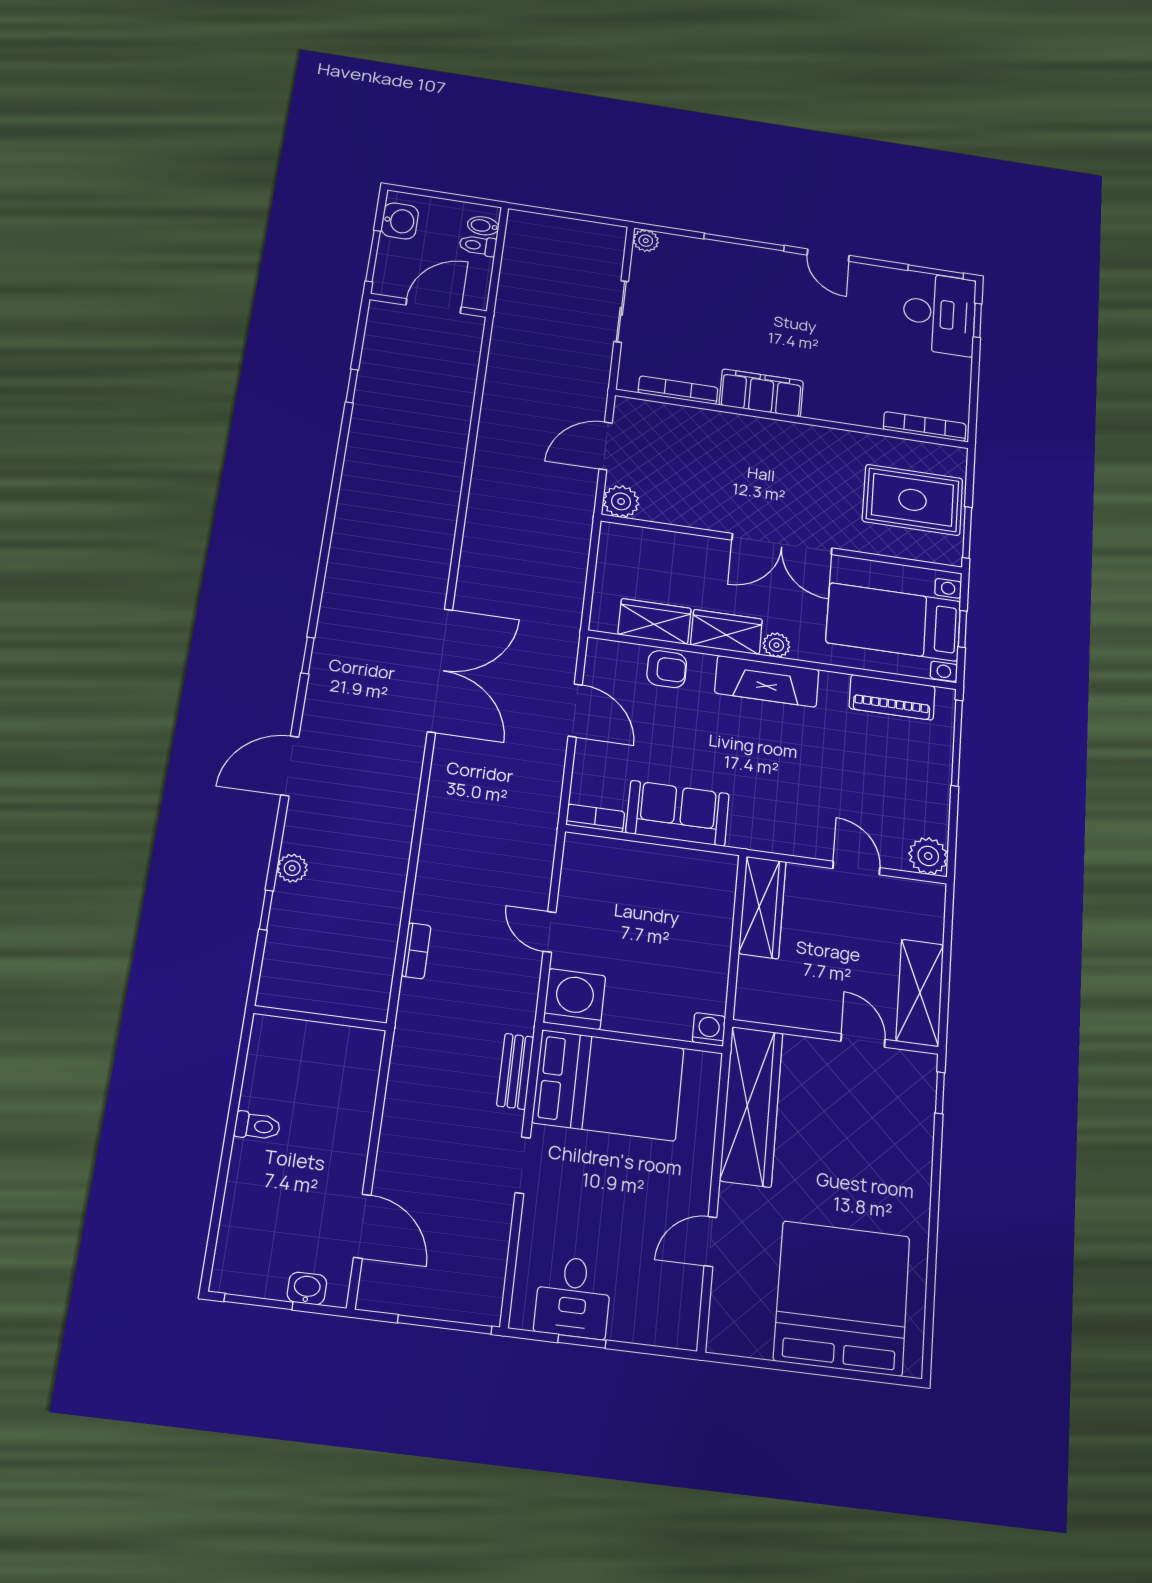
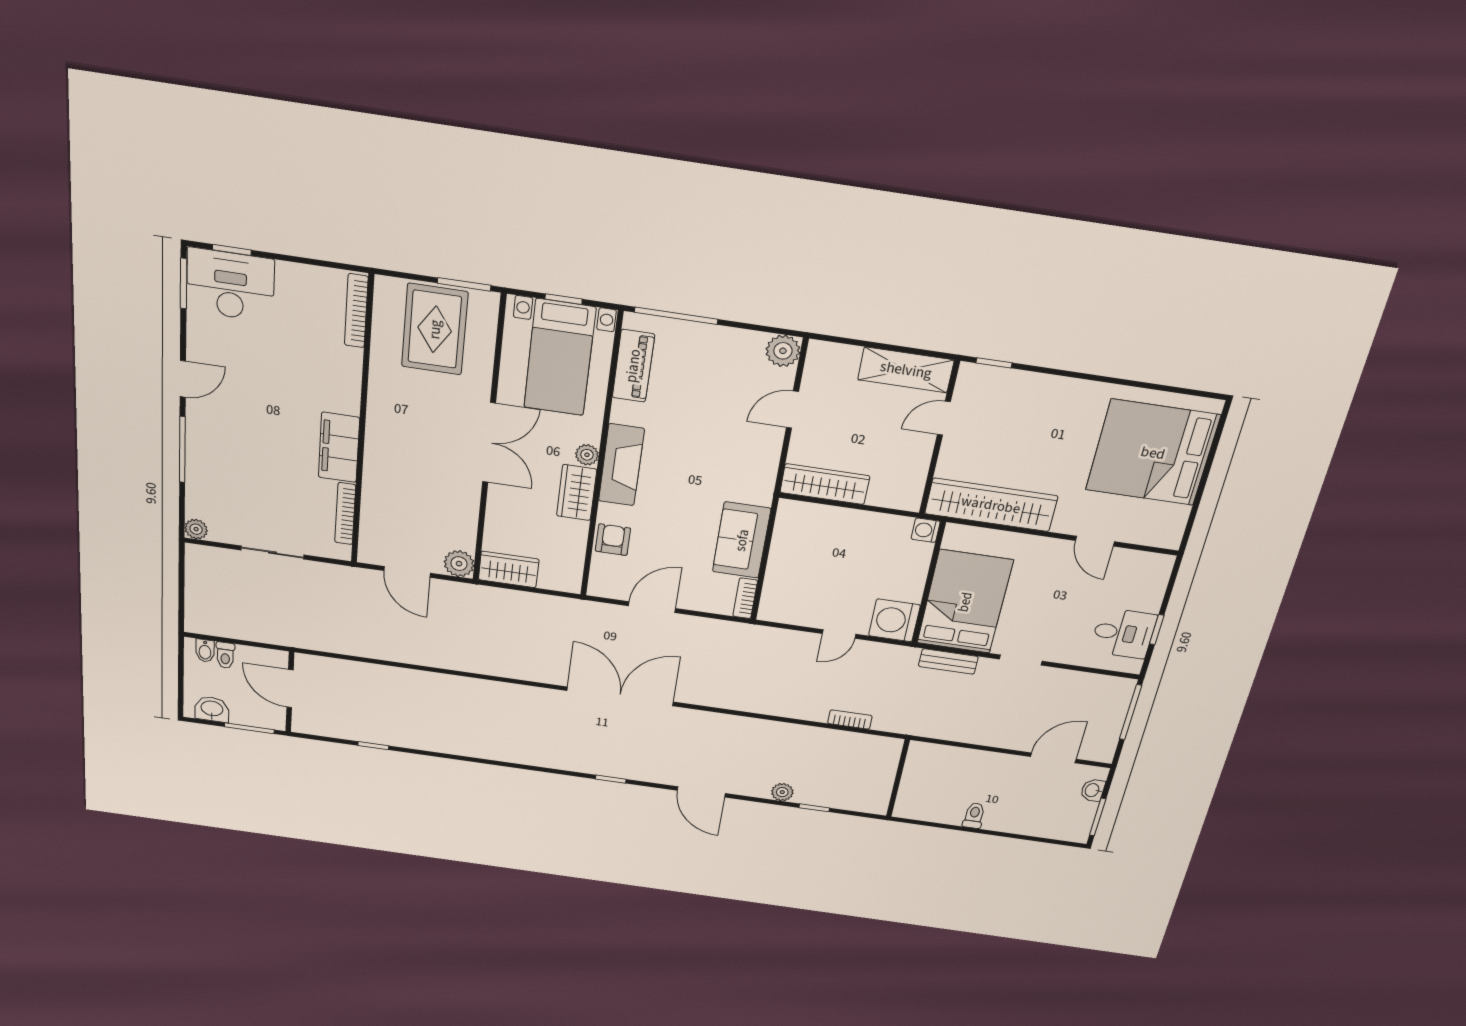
wardrobe: (654, 622) -> (509, 569), moved, turned 90

